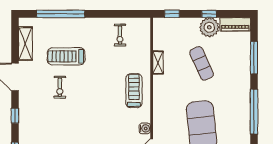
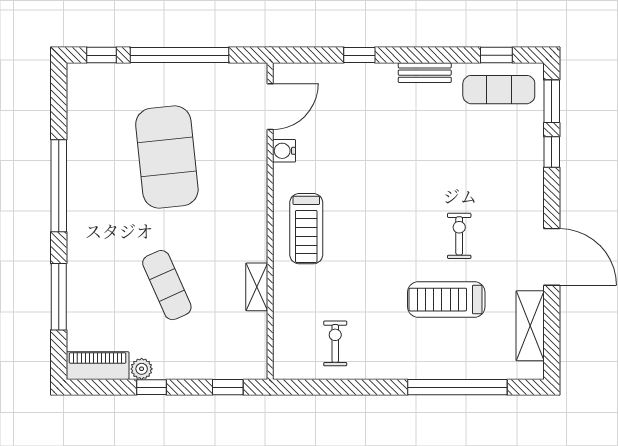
plant: (209, 27) -> (142, 369), width x0.53, depth x0.53
treadmill: (66, 56) -> (446, 300), turned 180
window: (15, 116) -> (552, 152), moved

